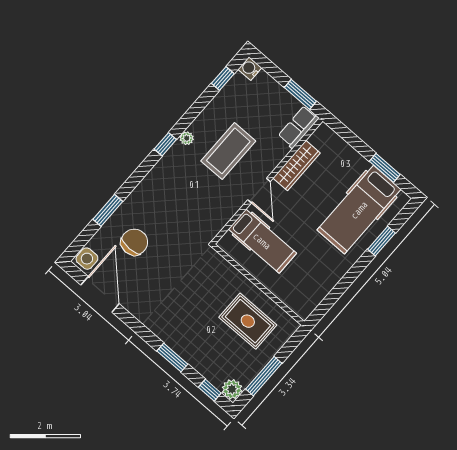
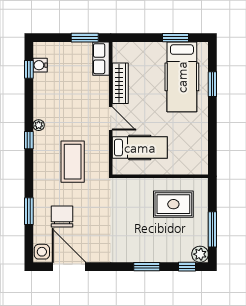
water cooler: (250, 69) -> (40, 65), moved
coffee table: (228, 151) -> (73, 162), moved

